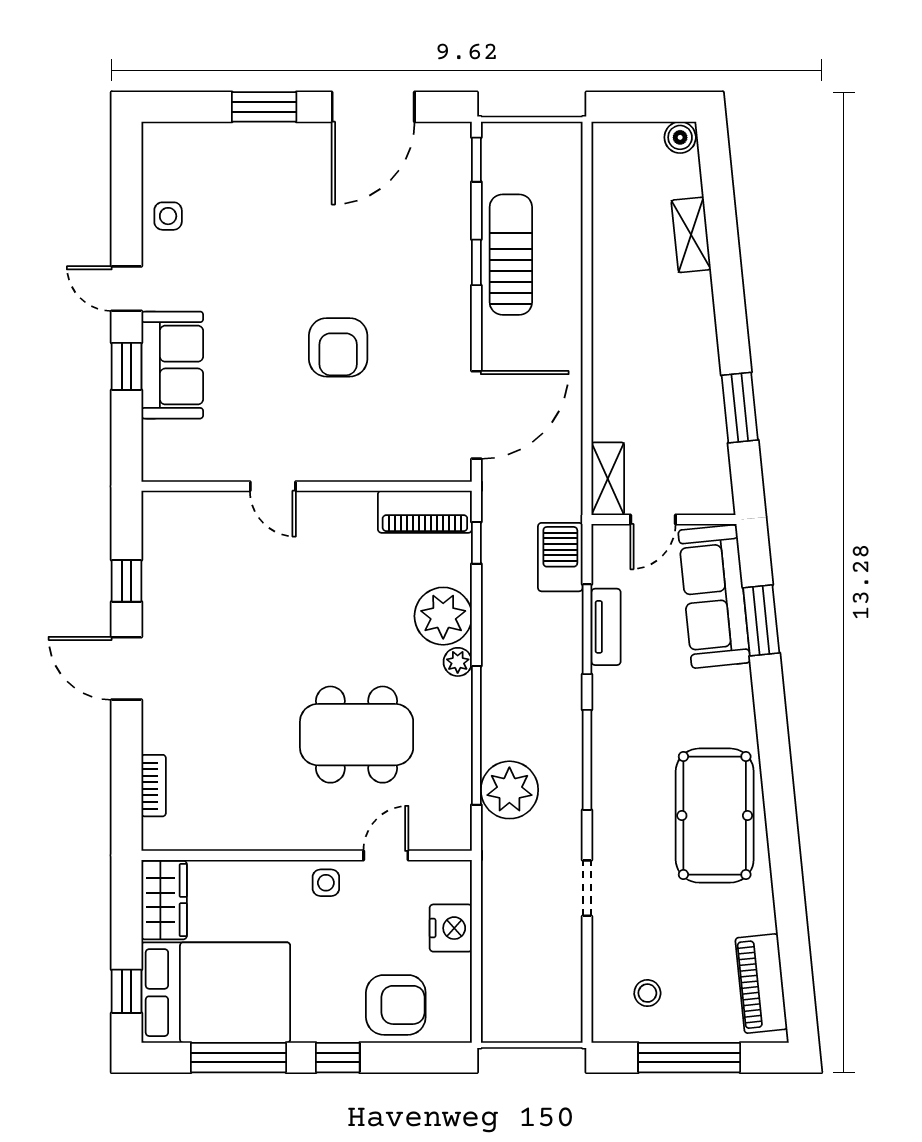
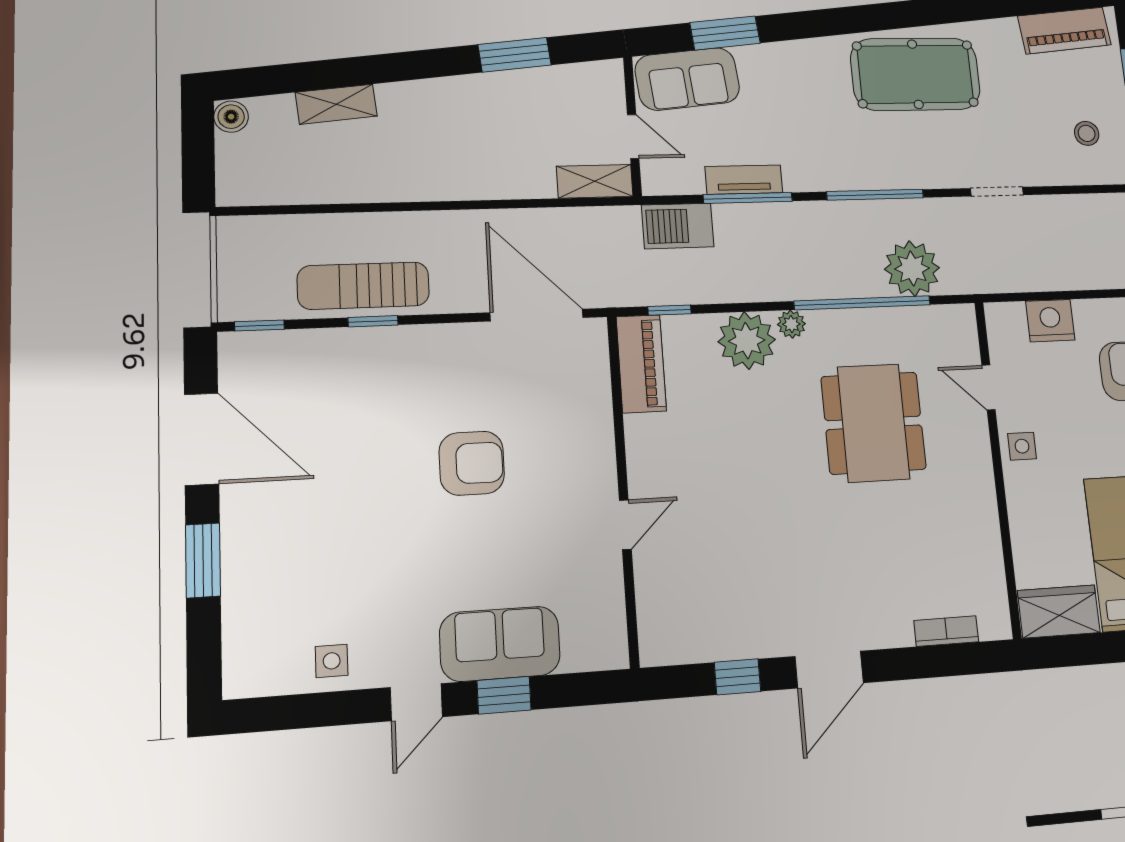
sofa: (714, 596) -> (687, 79), width x0.73

